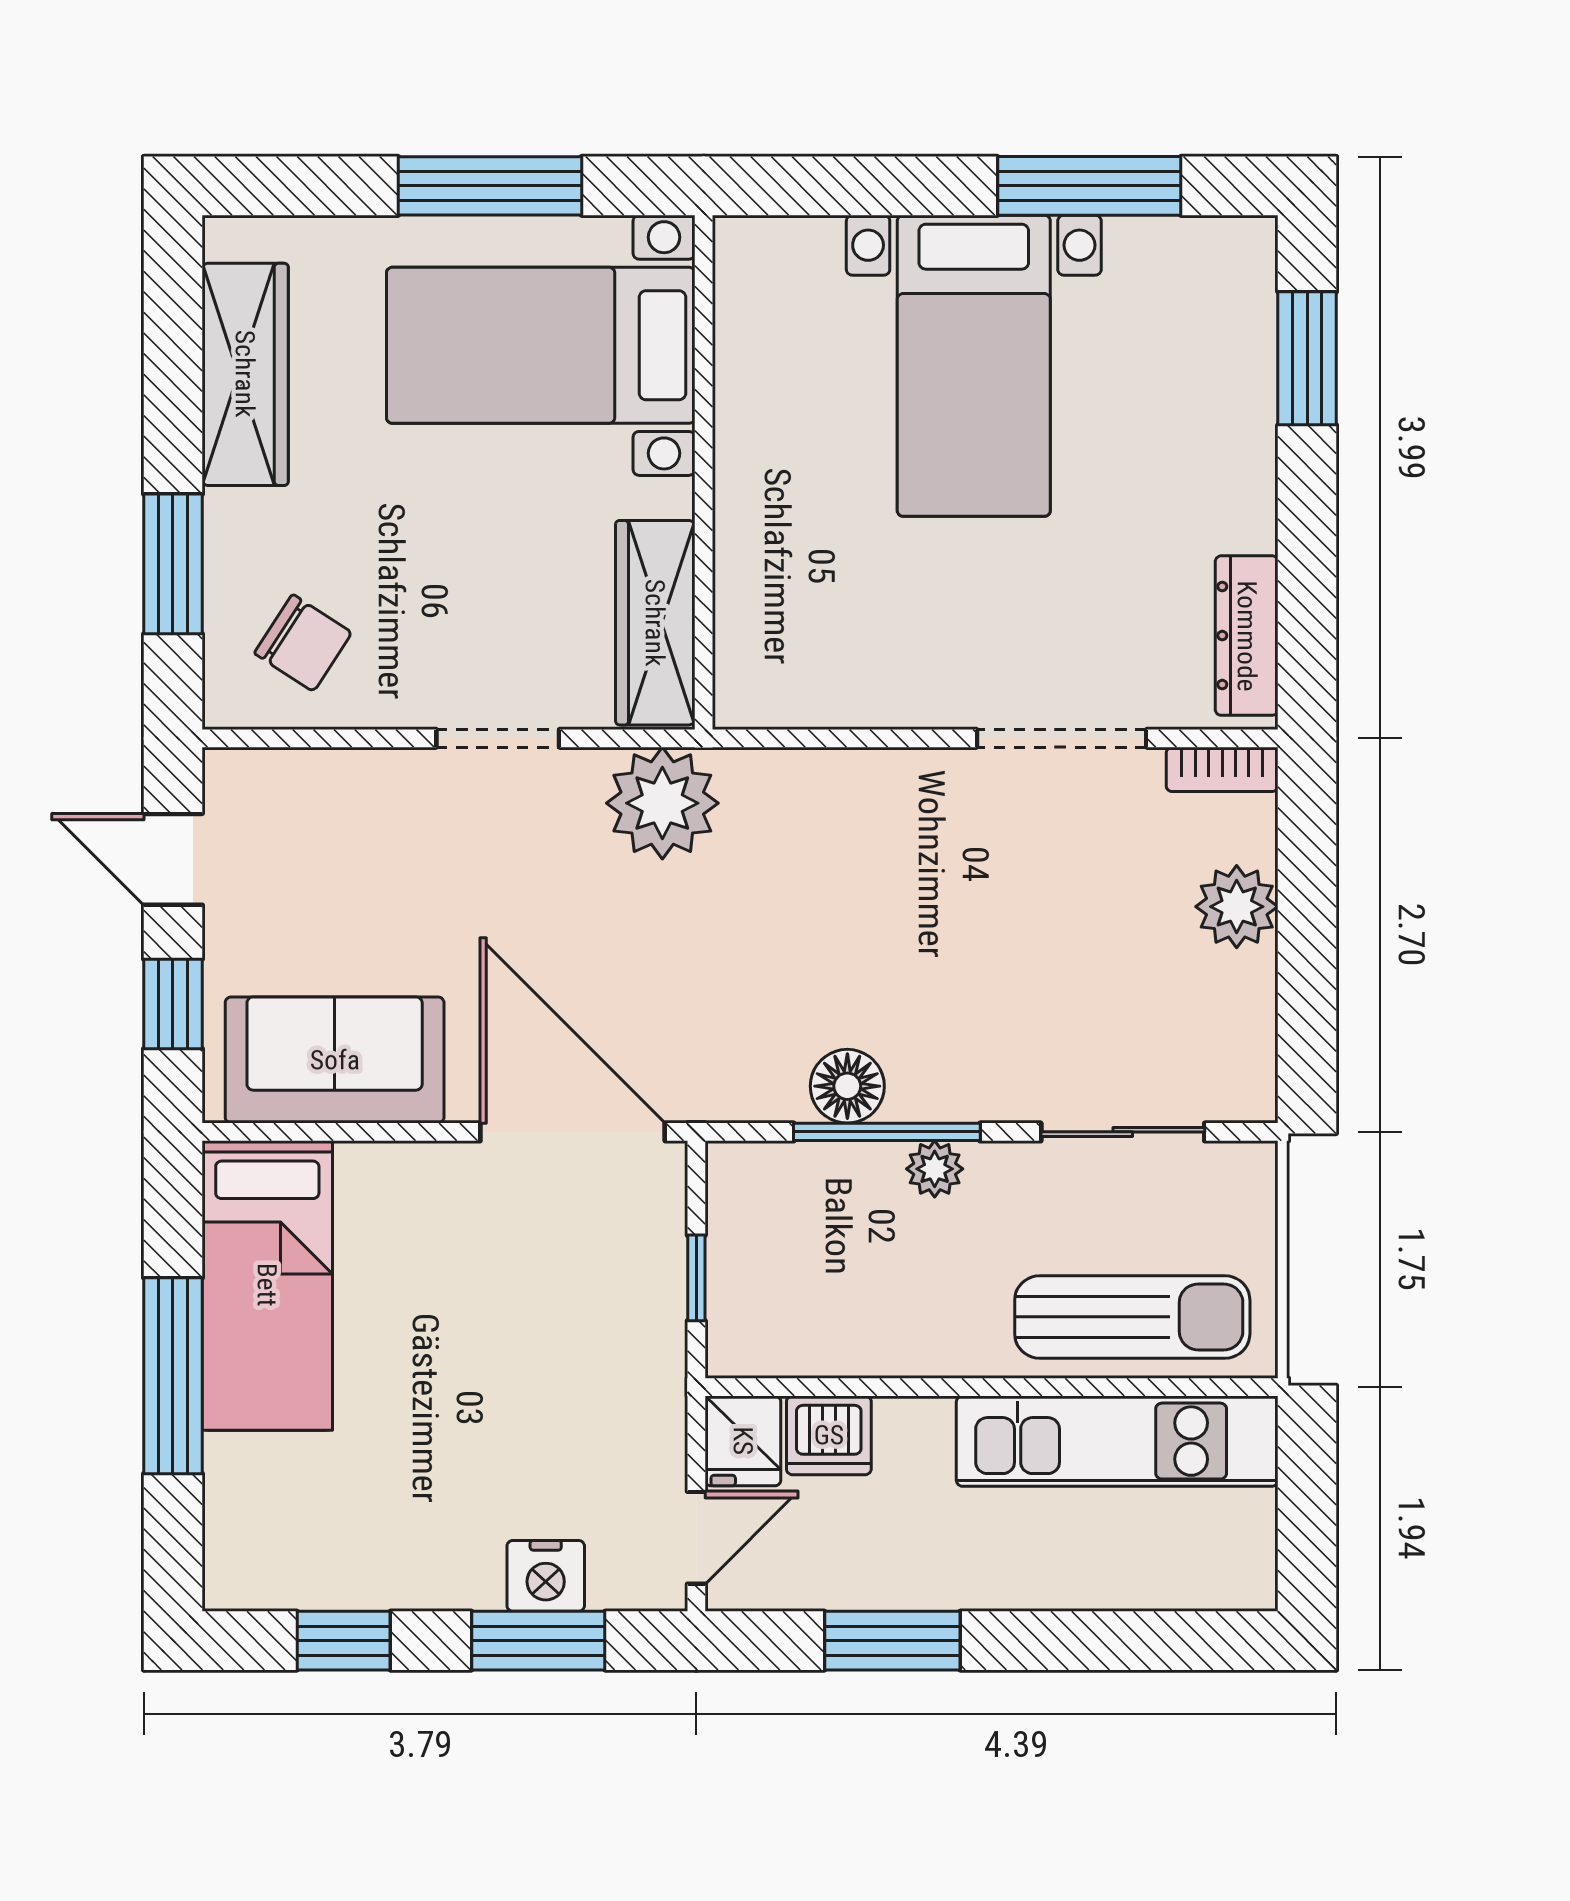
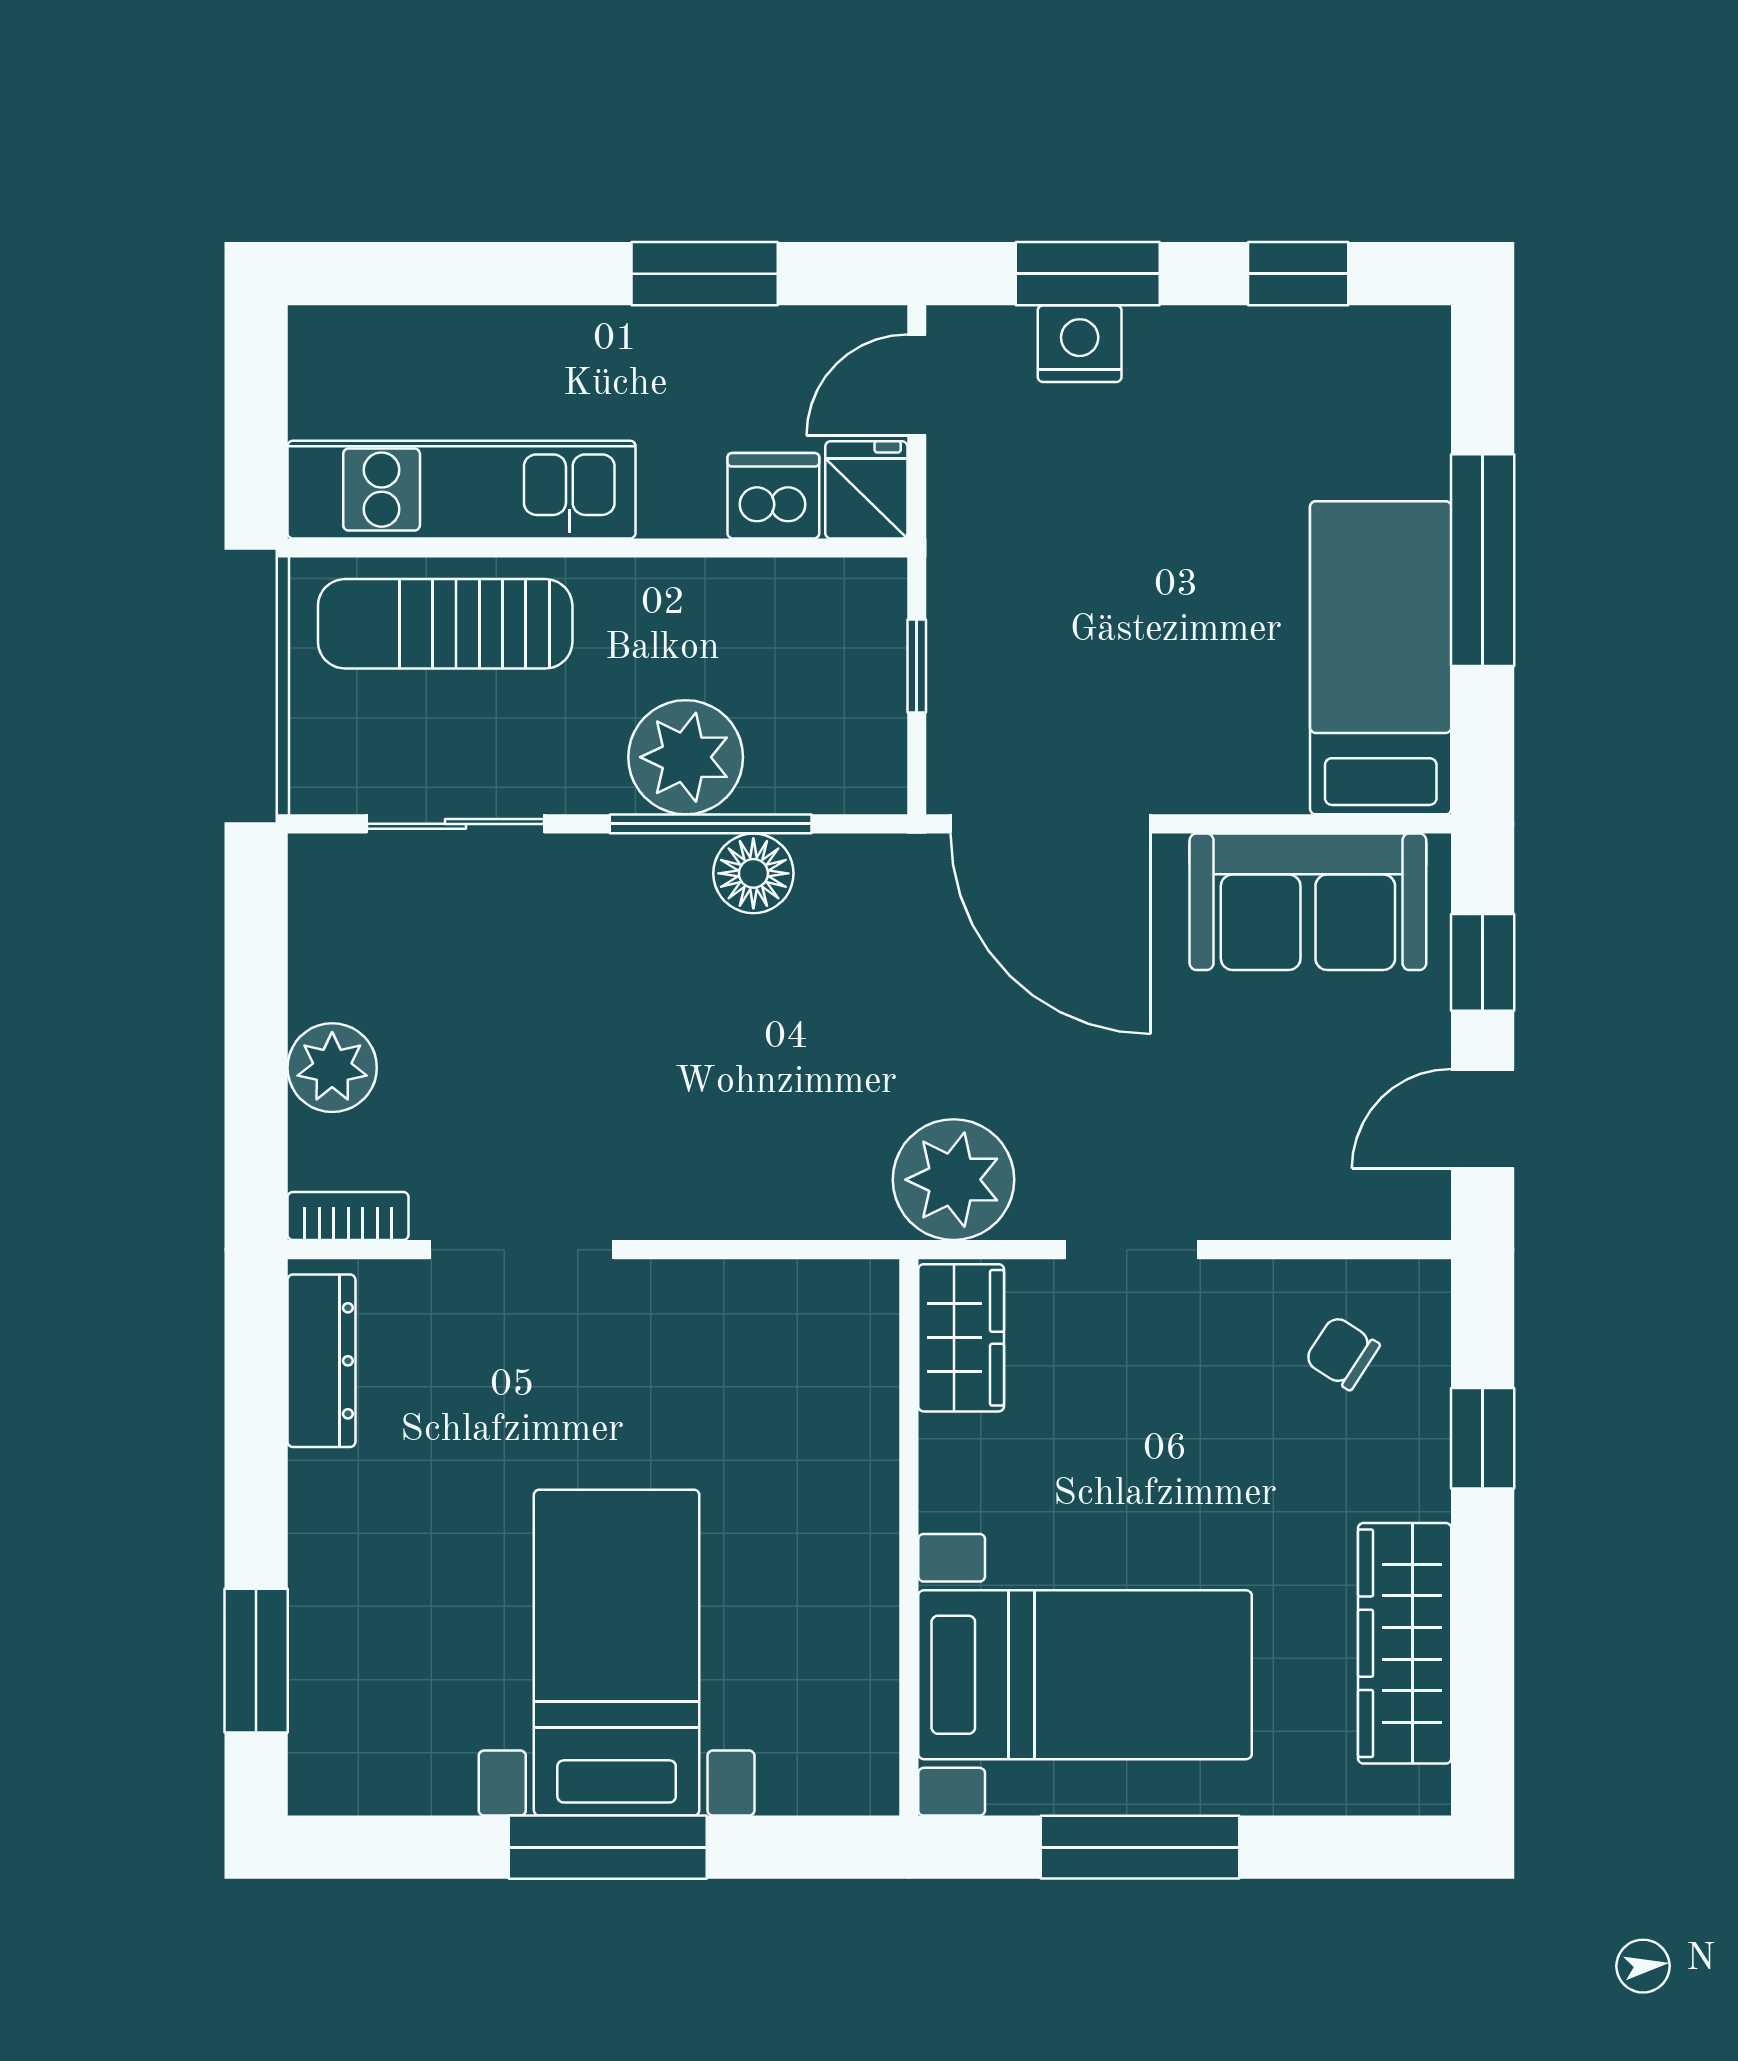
window: (1089, 186) -> (608, 1847), moved
window: (173, 564) -> (1483, 1438), width x0.67
wardrobe: (655, 623) -> (961, 1338), width x0.67
chair: (303, 643) -> (1342, 1353), width x0.73, depth x0.73
door: (173, 859) -> (1483, 1119), swing flipped
plant: (935, 1169) -> (686, 757), width x1.87, depth x1.87

